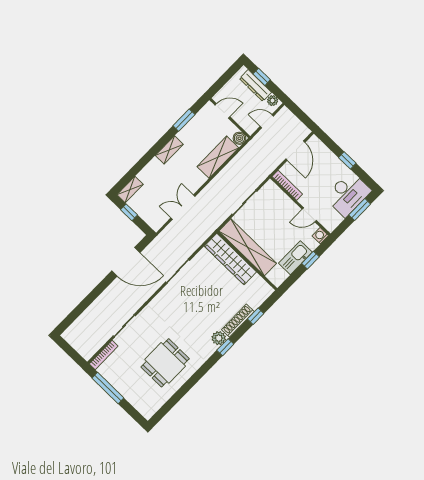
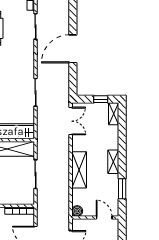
door: (222, 111) -> (104, 217), swing flipped
shelving: (218, 157) -> (79, 170), moved
double door: (183, 207) -> (71, 121), moved
door: (126, 262) -> (73, 49), moved

